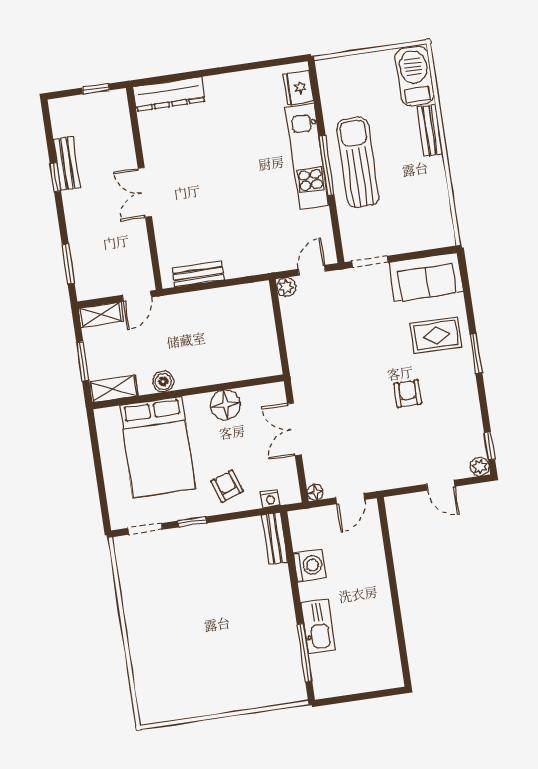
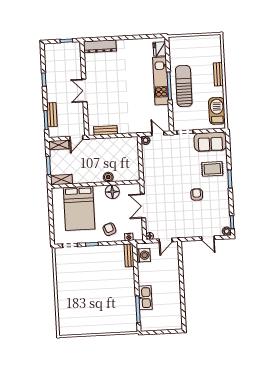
barbecue: (415, 76) -> (217, 111), moved
bench: (67, 164) -> (52, 115), moved
door: (312, 270) -> (158, 134), hinge flipped
boiler: (163, 381) -> (108, 177), moved
washing machine: (310, 565) -> (143, 255), moved

